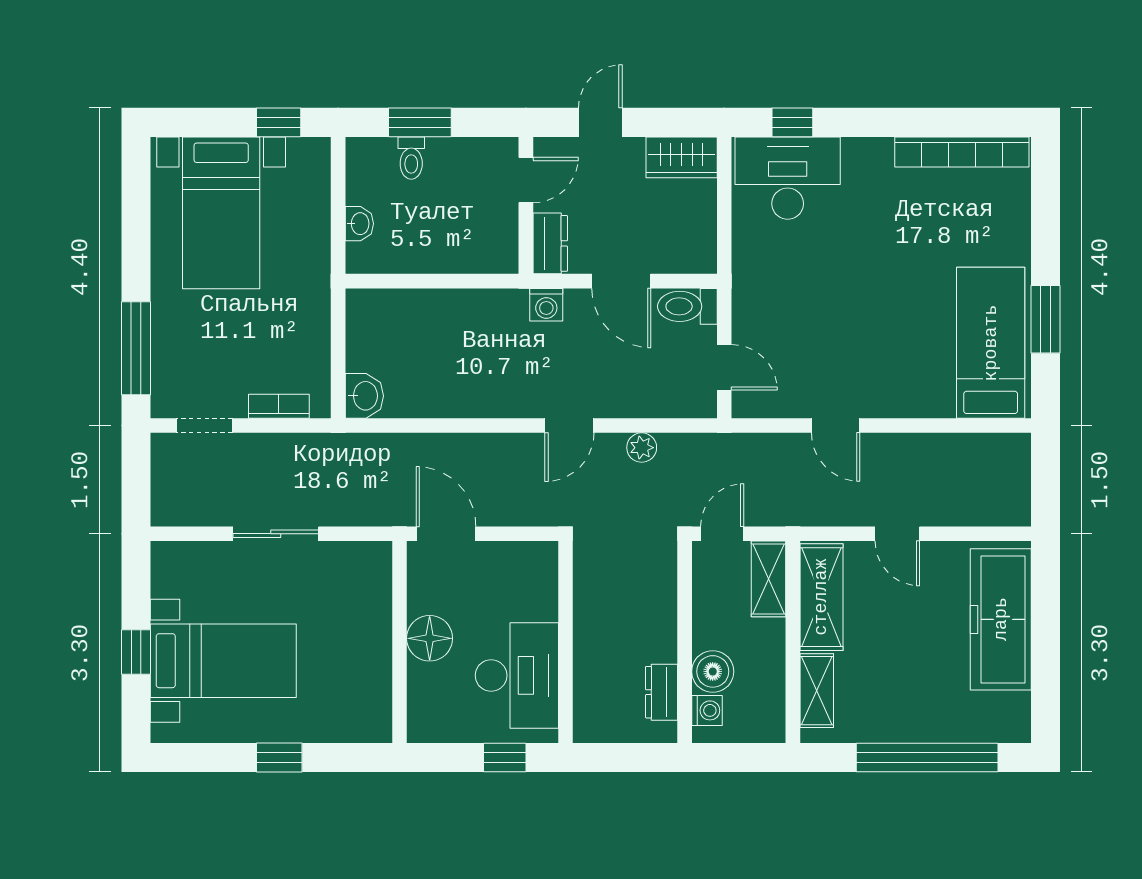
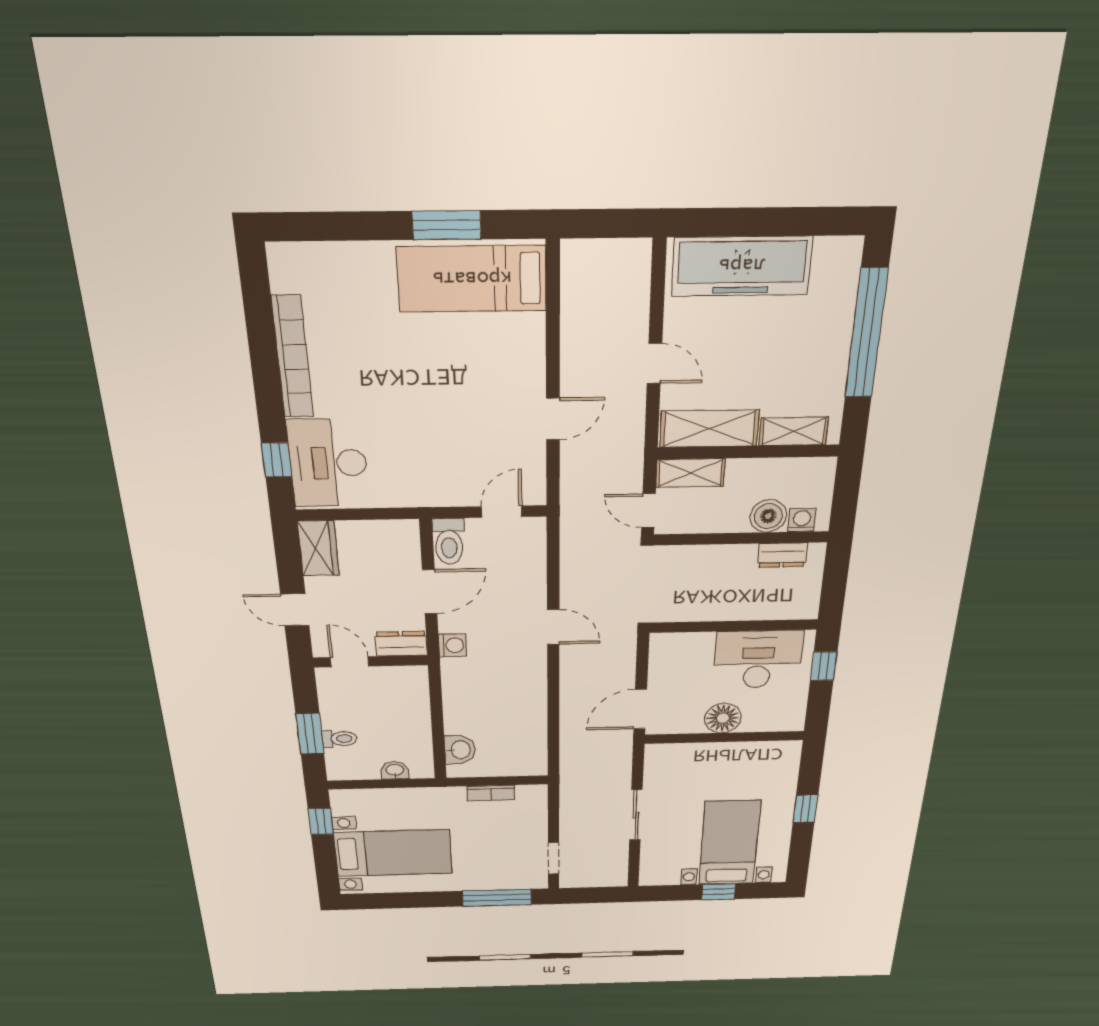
bookcase: (962, 152) -> (293, 357), moved
washbasin: (364, 396) -> (460, 750), moved, turned 90
bookcase: (279, 406) -> (491, 793), moved, turned -90
plant: (642, 448) -> (572, 574), removed
door: (897, 534) -> (654, 363), hinge flipped

